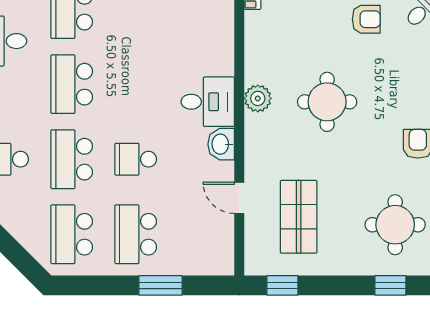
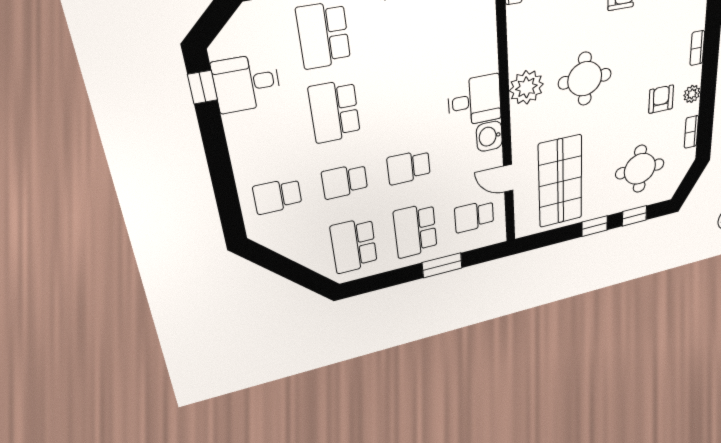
plant: (258, 98) -> (526, 87), width x1.36, depth x1.36
school desk: (72, 159) -> (345, 181), width x0.54
shop shelf: (299, 217) -> (560, 182), width x1.43, depth x1.36
school desk: (200, 234) -> (474, 216), added
window: (282, 285) -> (595, 226), moved

